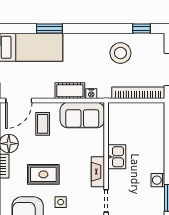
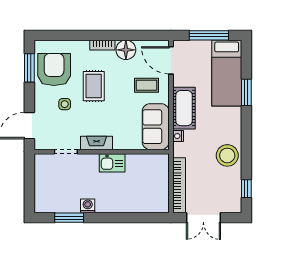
stool: (120, 53) -> (227, 155), moved
cot: (70, 91) -> (184, 108), width x1.37, depth x1.34

